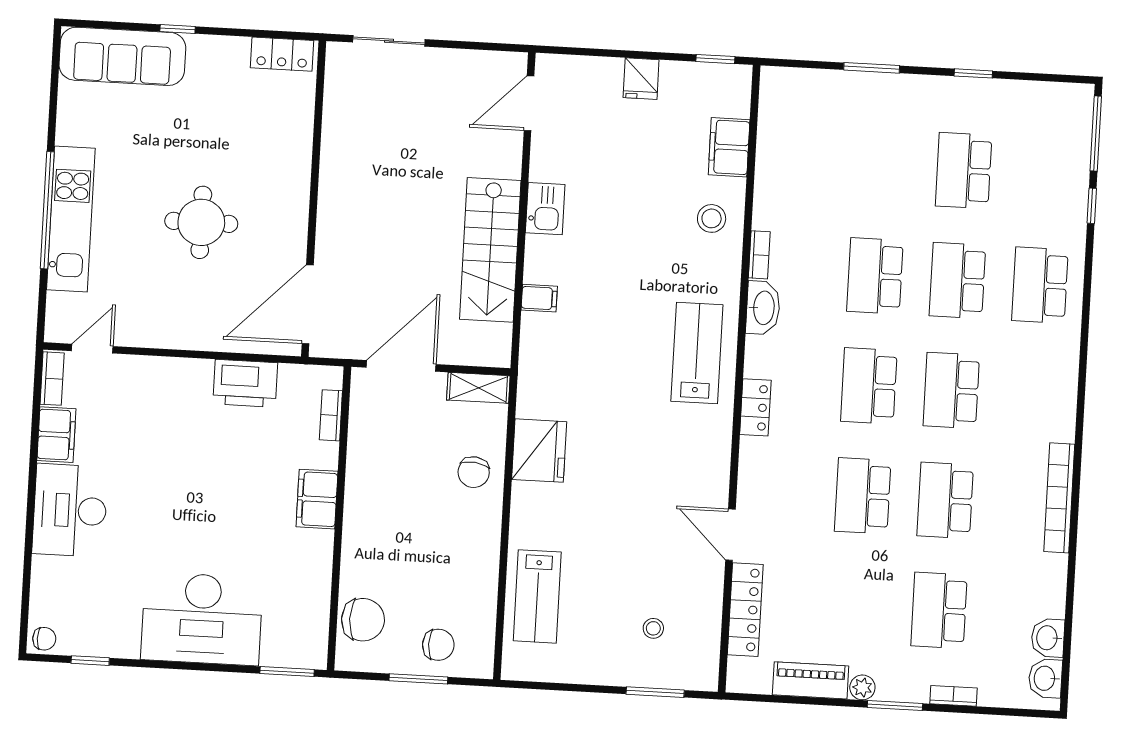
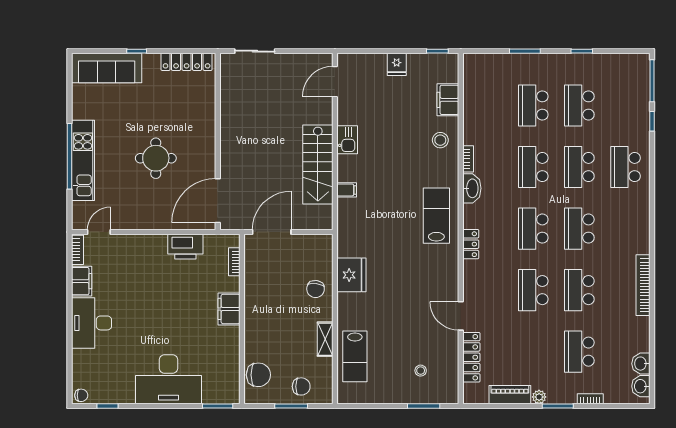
locker: (282, 54) -> (187, 62), width x1.53
school desk: (881, 166) -> (533, 106), added
shelving: (478, 388) -> (325, 339), moved, turned 90

